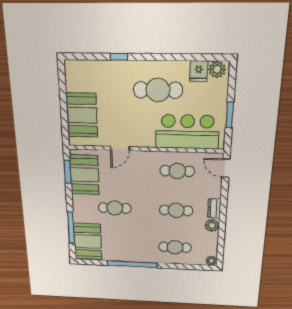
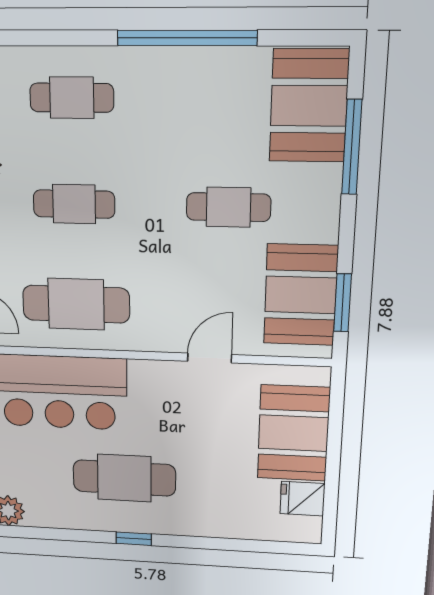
window: (119, 57) -> (134, 539), moved
fridge: (199, 71) -> (302, 499), moved, turned -90
cafe table: (177, 171) -> (76, 304), width x1.37, depth x1.35

